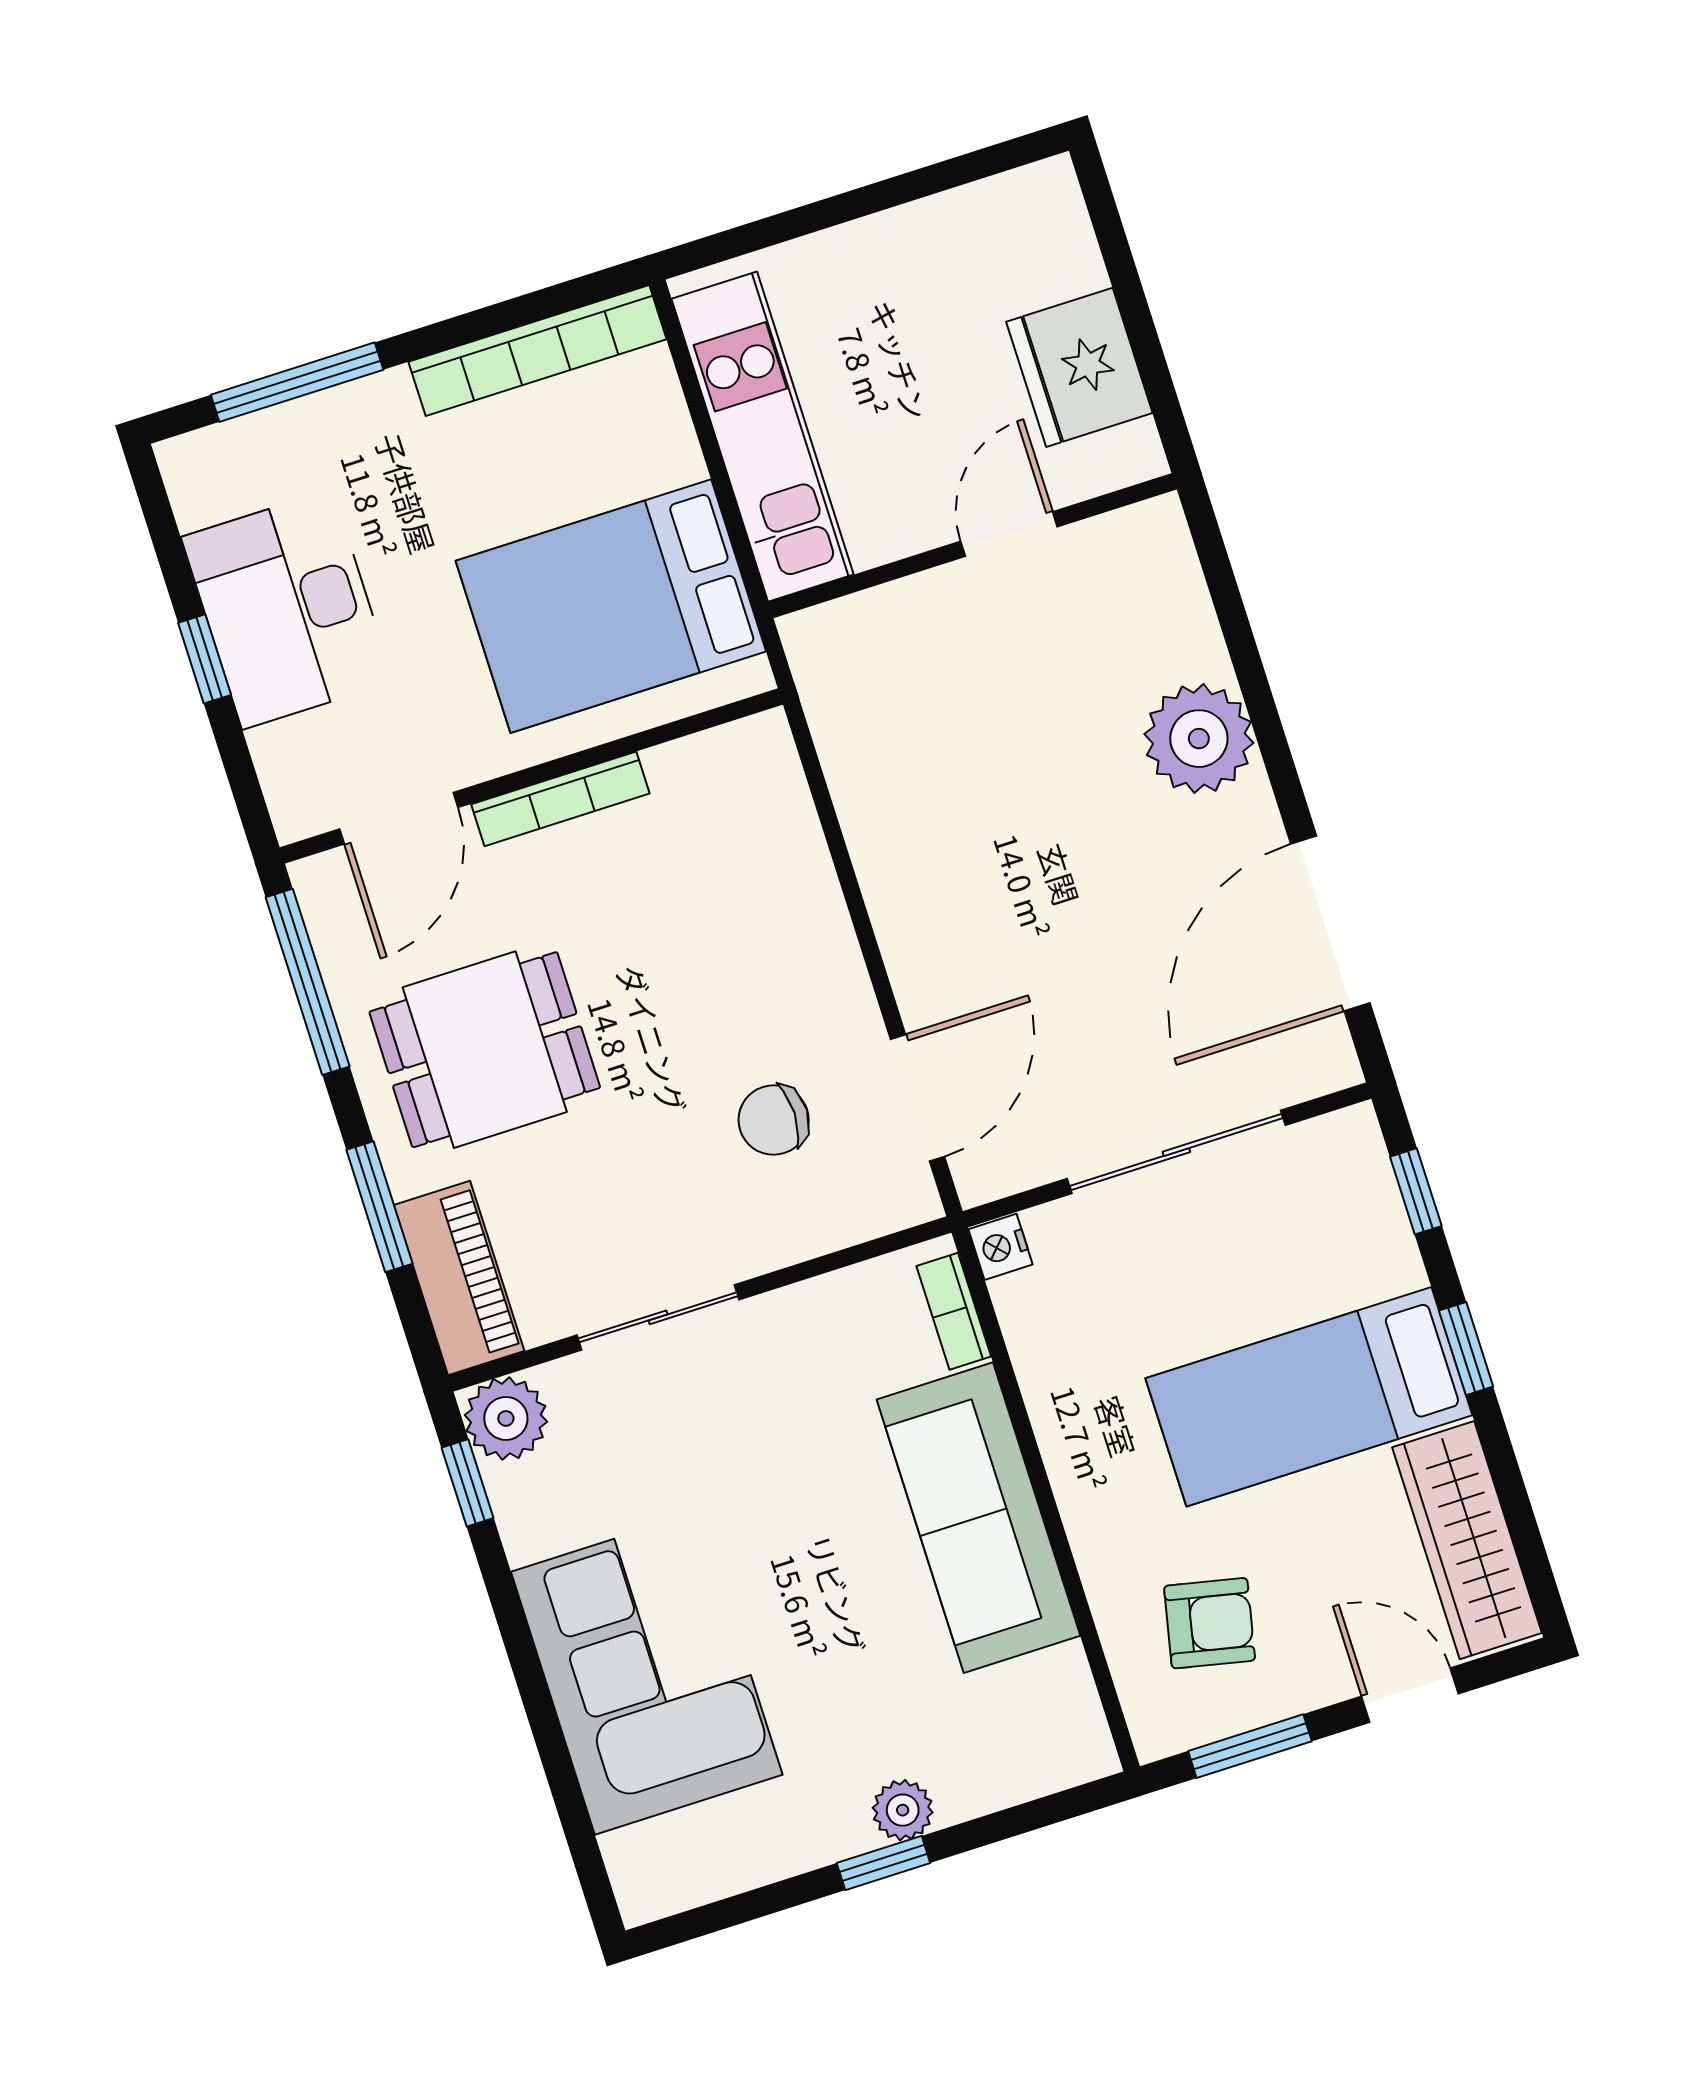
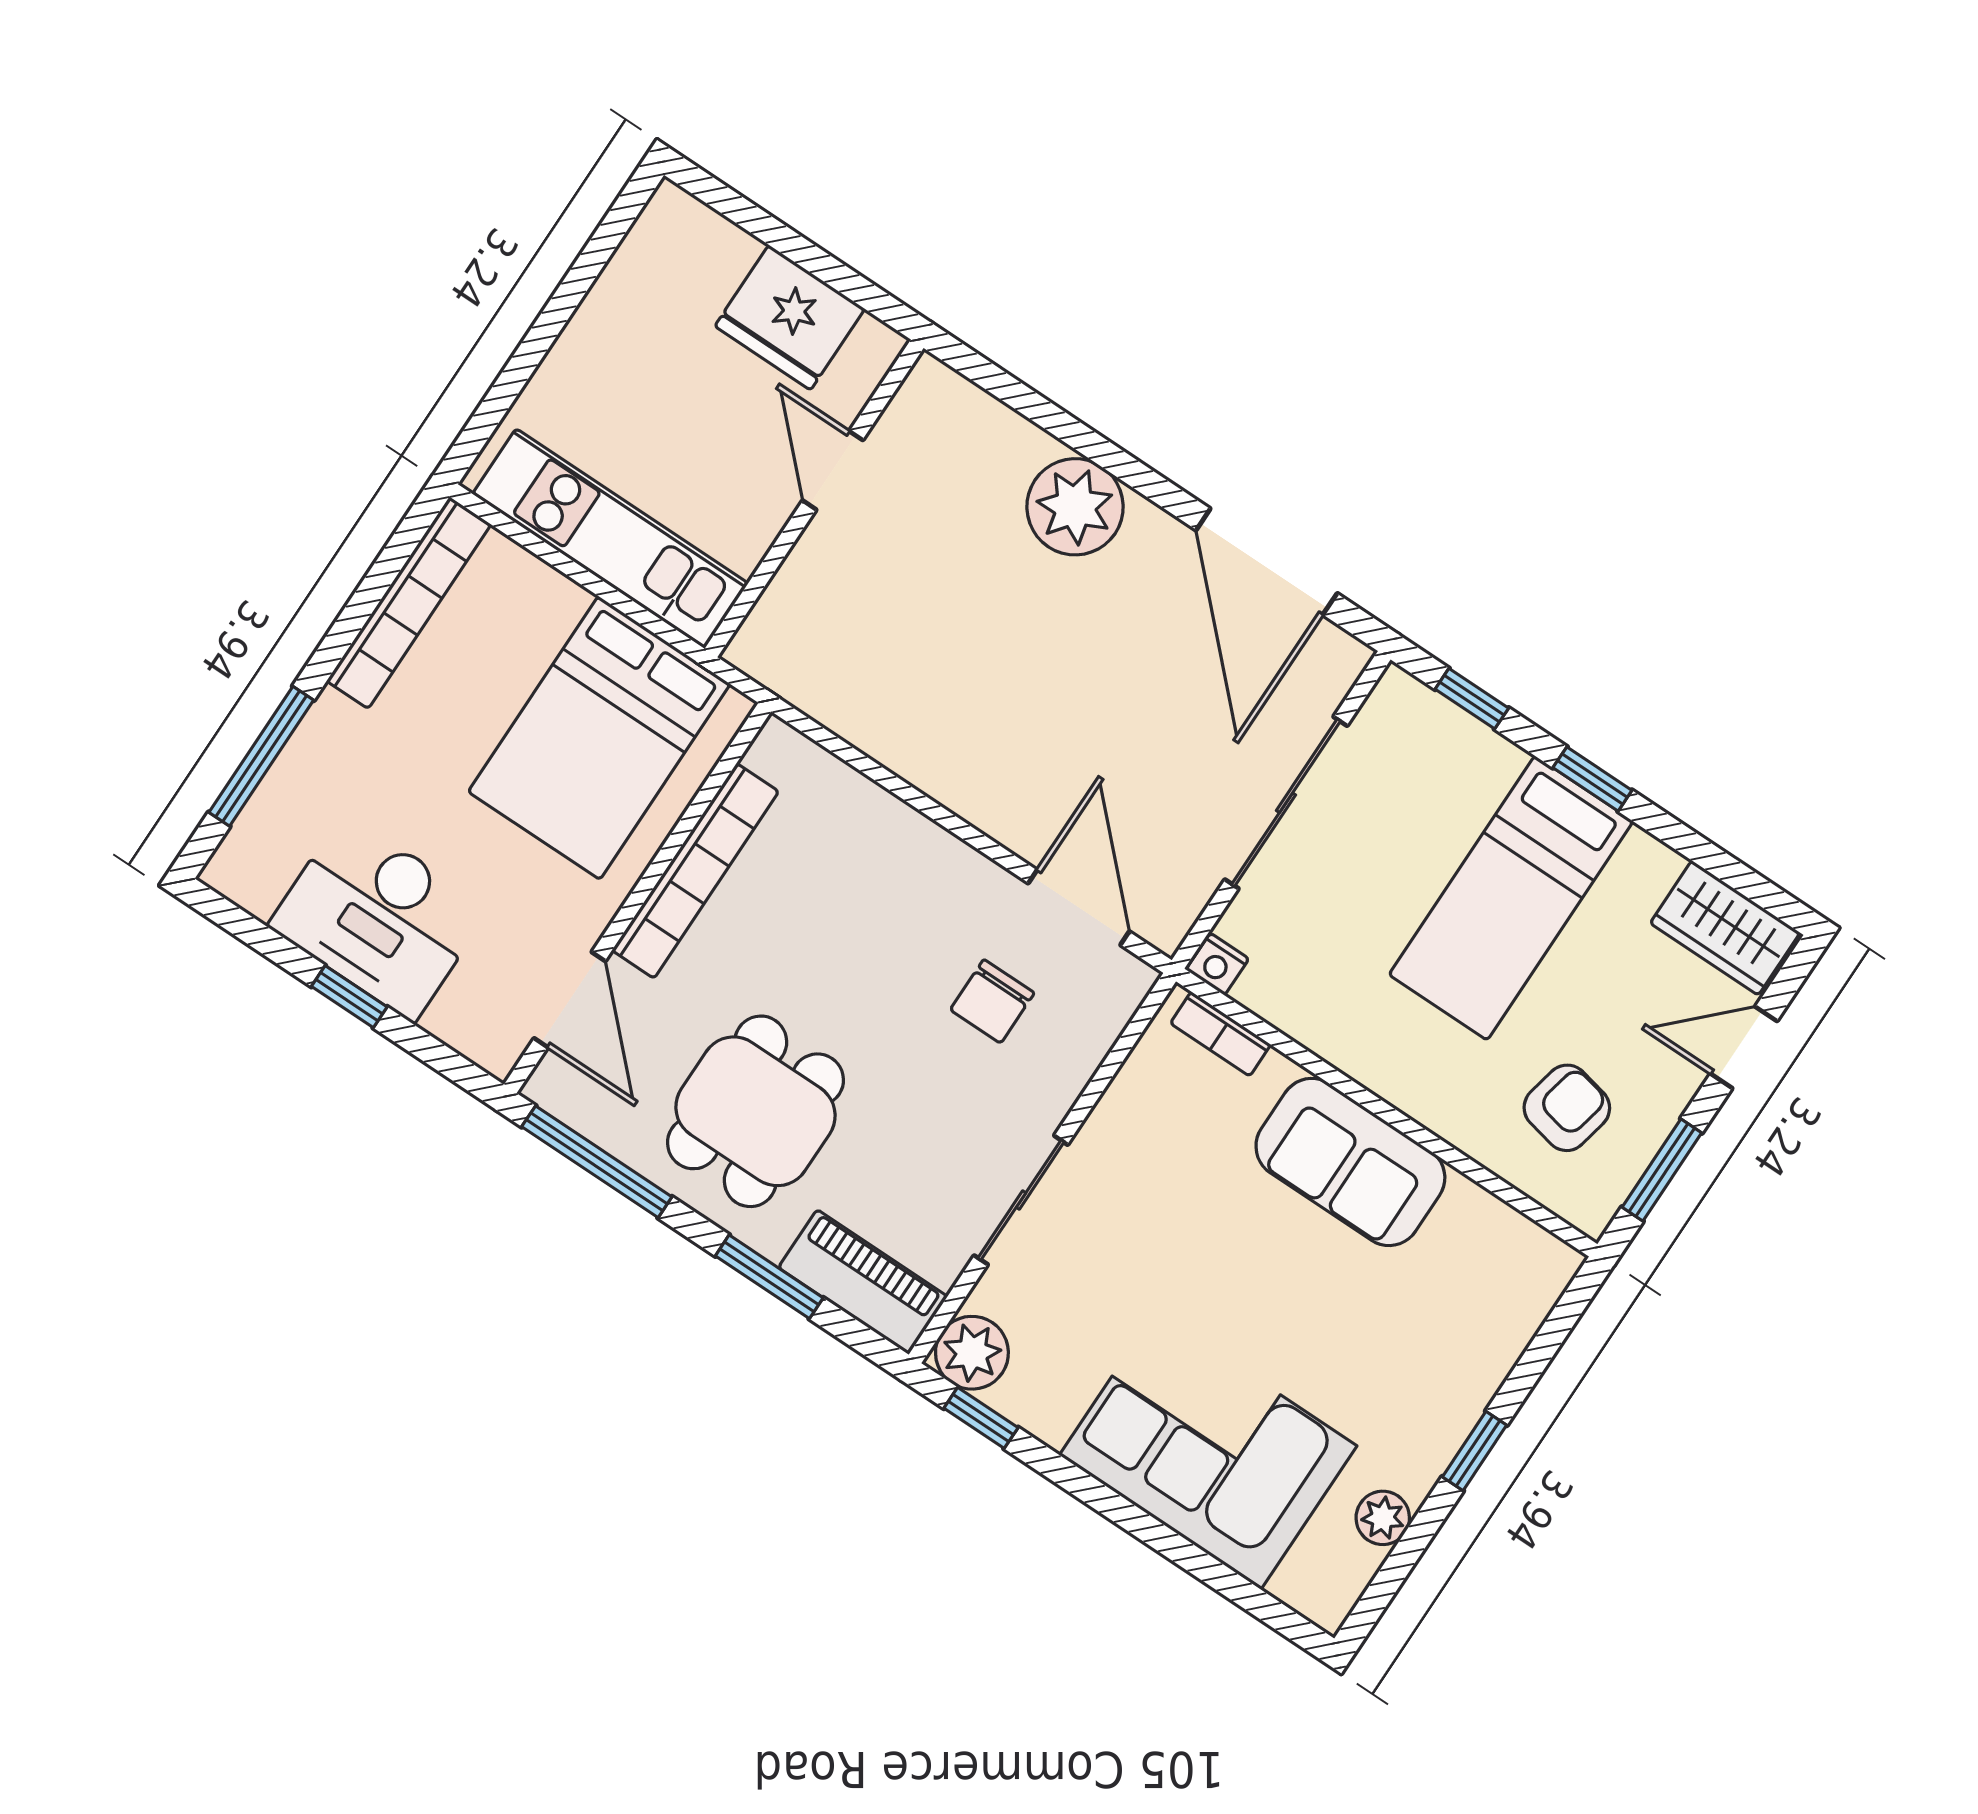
bookcase: (560, 799) -> (695, 871), width x1.48, depth x1.31
sofa: (978, 1518) -> (1350, 1162), width x0.73
wardrobe: (1467, 1540) -> (1725, 928), width x0.67
plant: (903, 1810) -> (1383, 1518), moved

